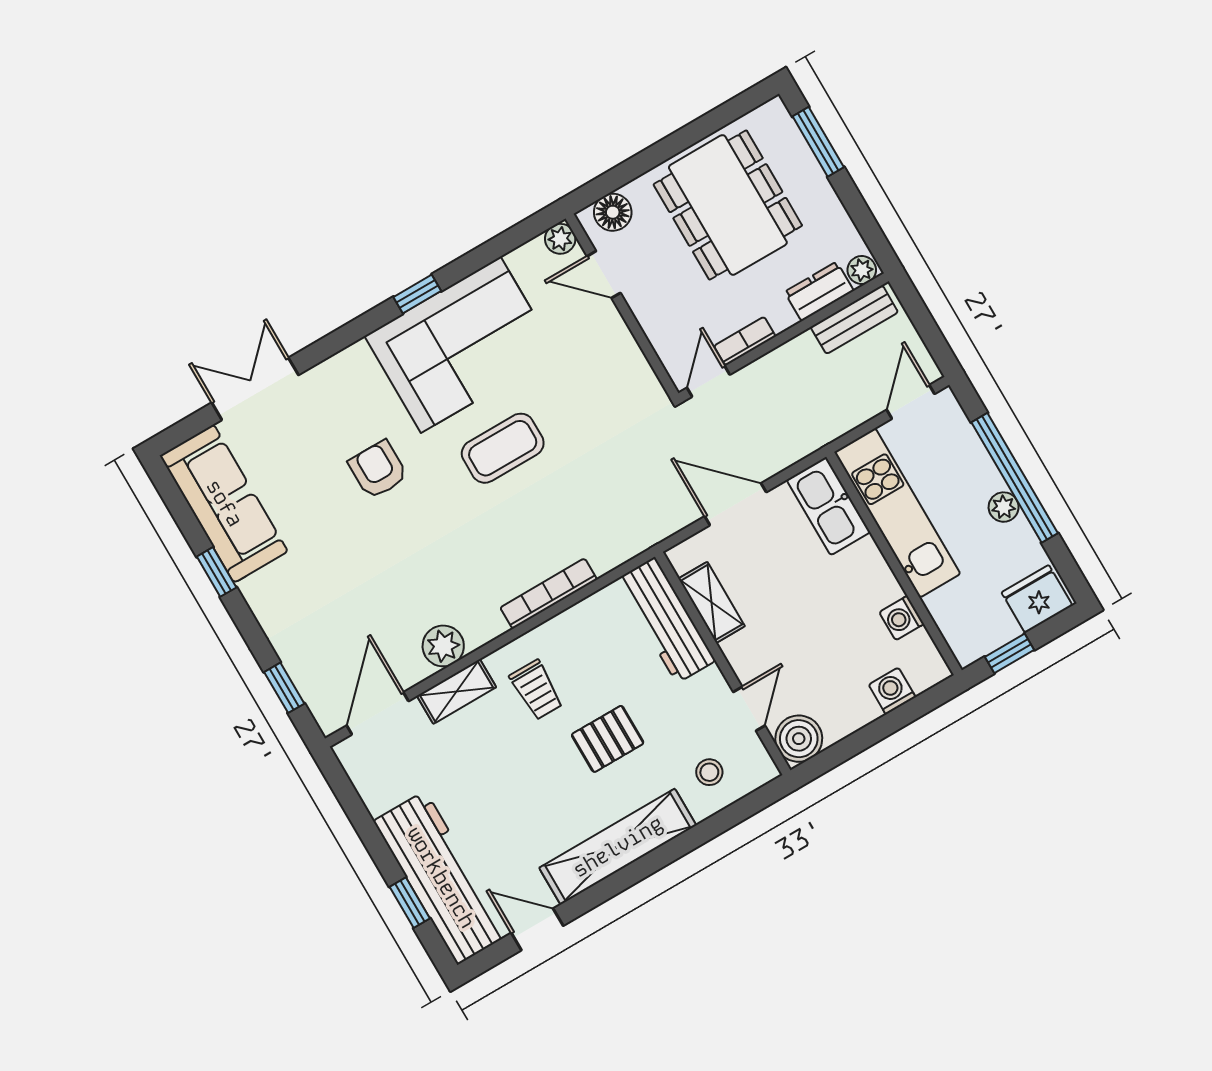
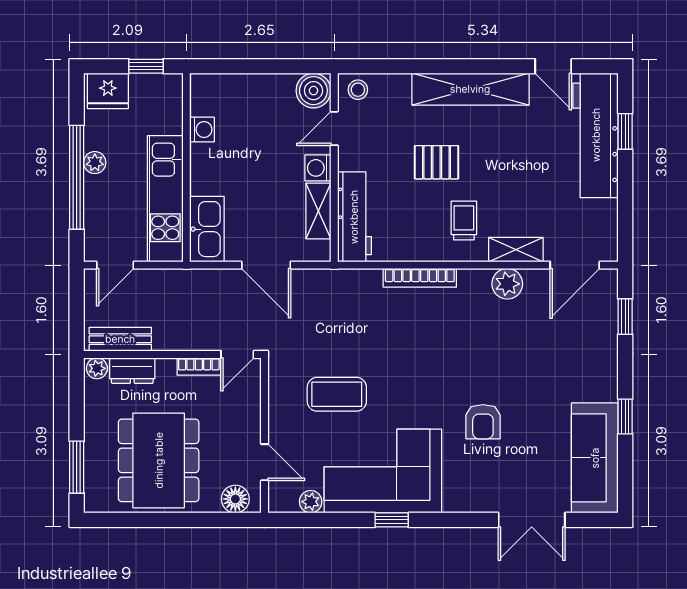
plant: (560, 239) -> (311, 502), moved
coffee table: (503, 448) -> (337, 394), moved
washing machine: (892, 691) -> (318, 168), moved, turned 90
stool: (709, 772) -> (358, 90), moved

